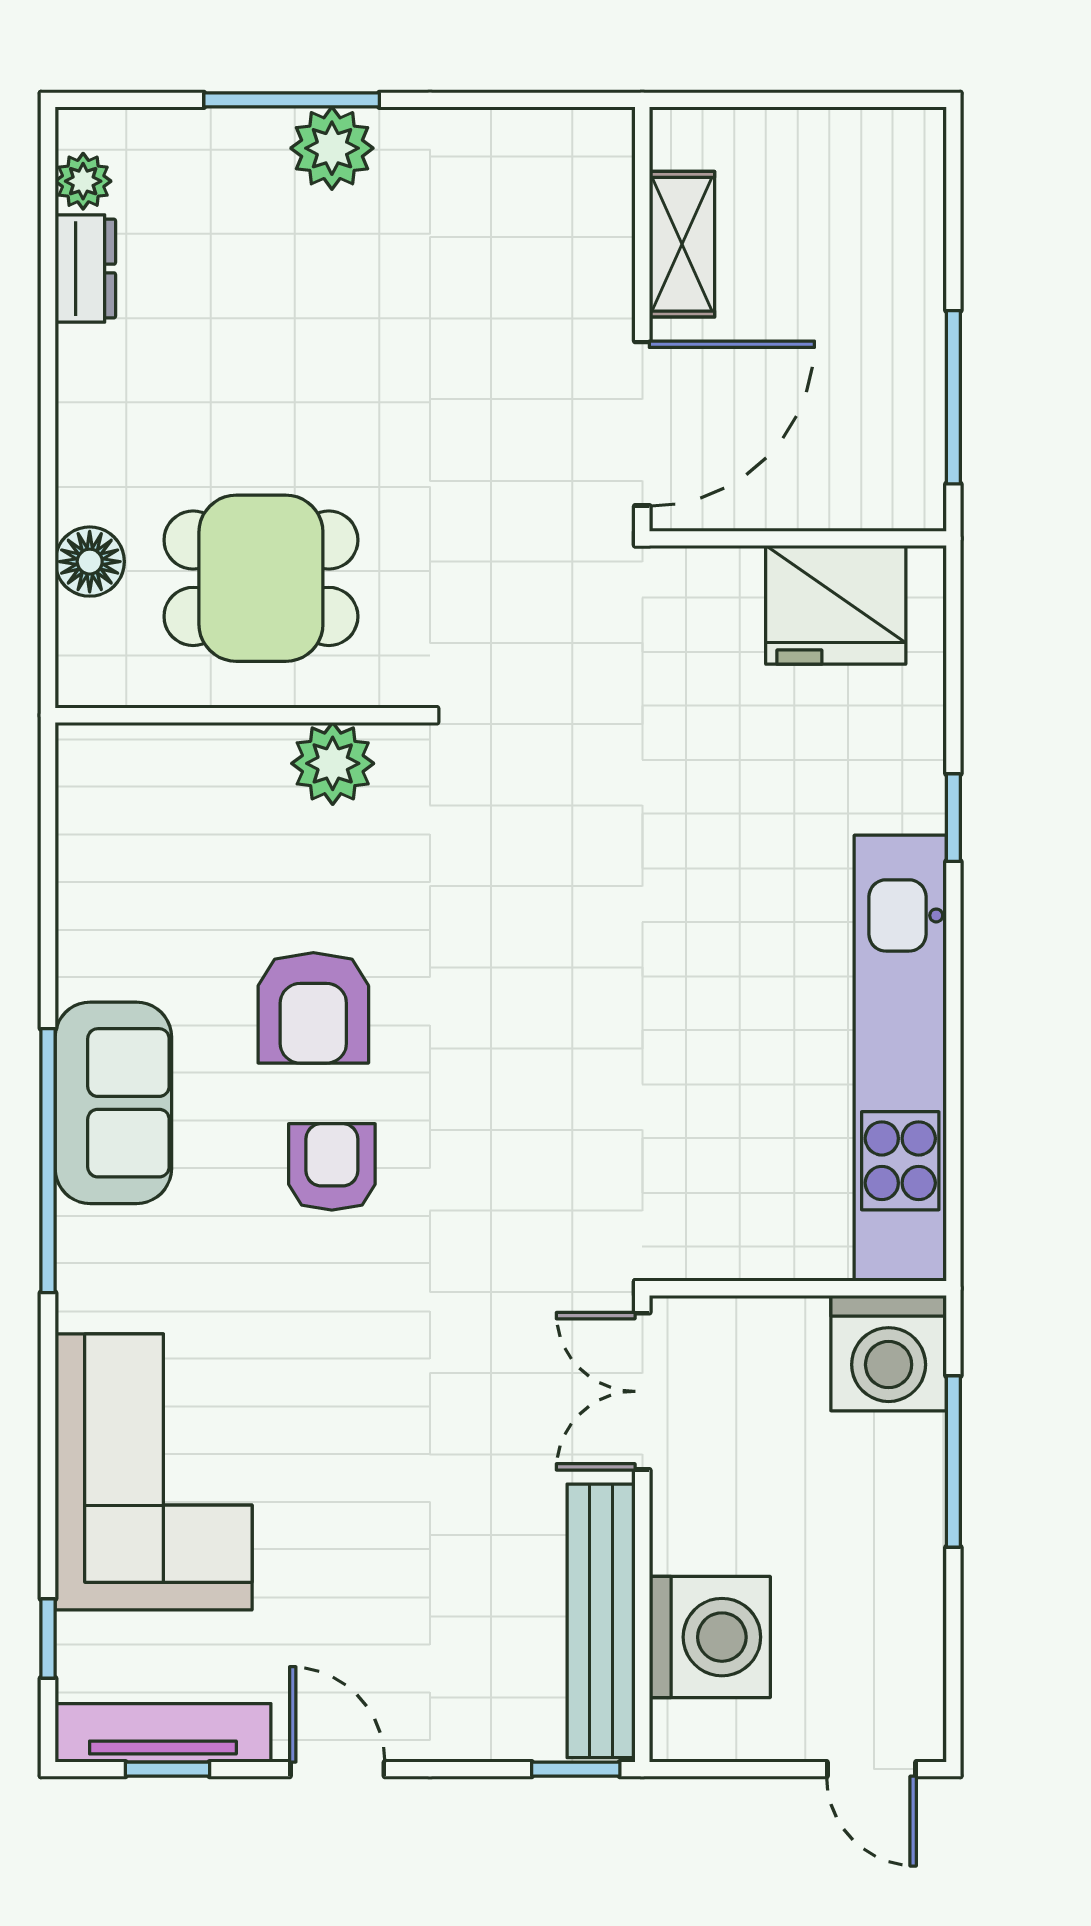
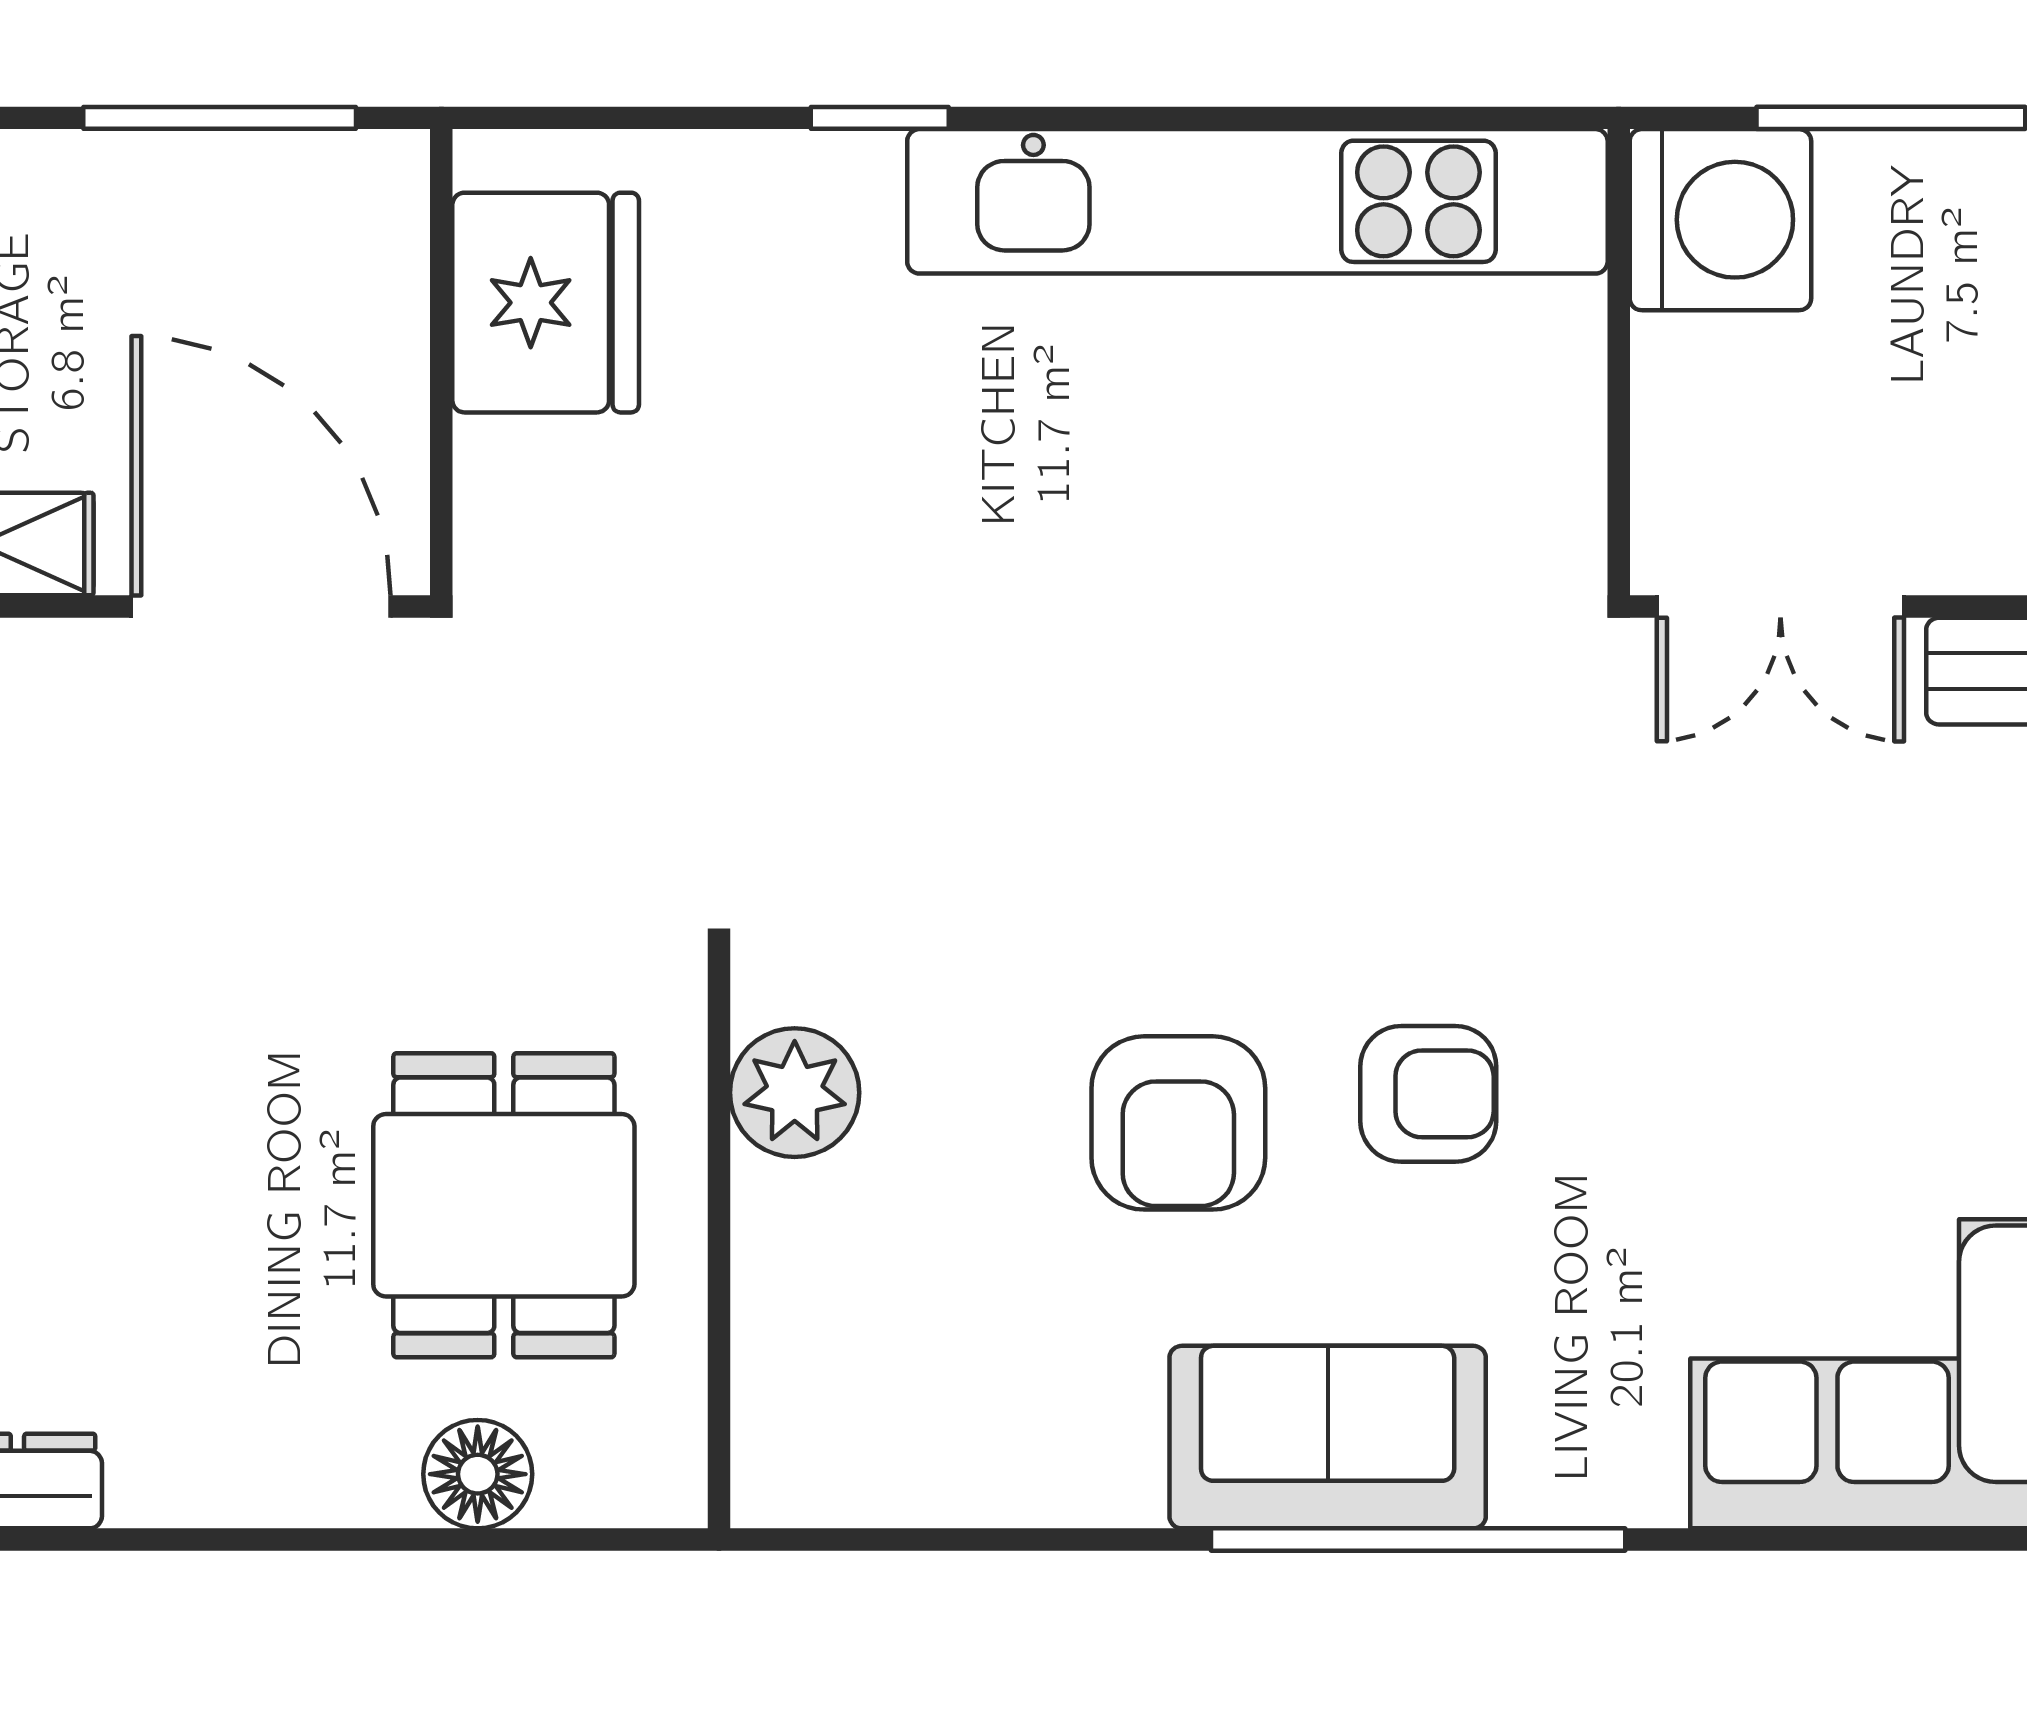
armchair: (313, 1008) -> (1178, 1123), turned 90
armchair: (332, 1167) -> (1428, 1094), turned 180

